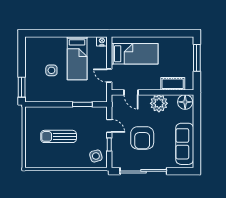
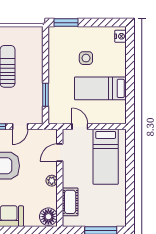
nightstand: (102, 41) -> (120, 36), moved
door: (109, 75) -> (80, 127), hinge flipped
plant: (159, 103) -> (52, 181), width x0.53, depth x0.53

